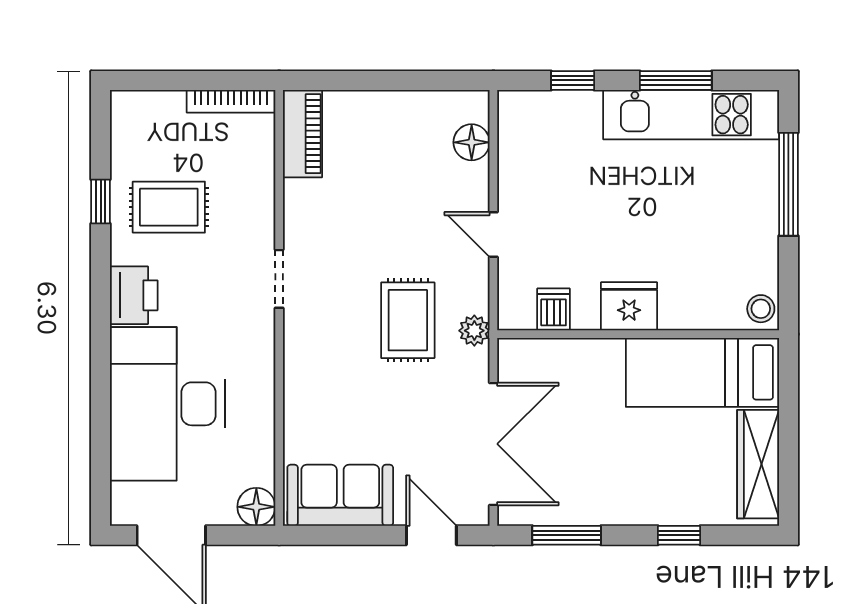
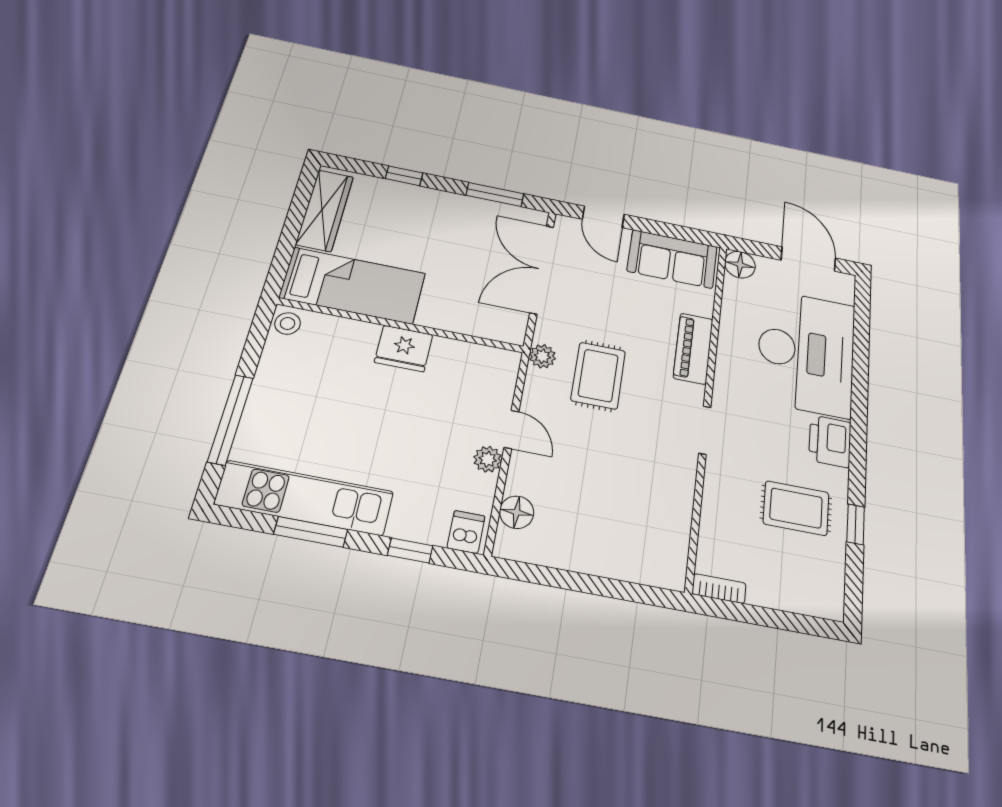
bookcase: (231, 101) -> (719, 589), width x0.64
piano: (302, 134) -> (693, 348), moved
plant: (513, 195) -> (488, 459), added
dishwasher: (554, 309) -> (466, 532), moved, turned 180

